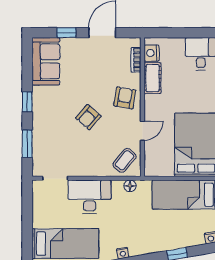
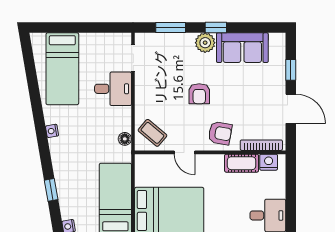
bookcase: (136, 60) -> (261, 145), width x1.56
sofa: (46, 61) -> (242, 48), moved
plant: (41, 112) -> (205, 43), added
armchair: (88, 117) -> (199, 94), turned -131
desk: (90, 197) -> (113, 89), width x0.73

